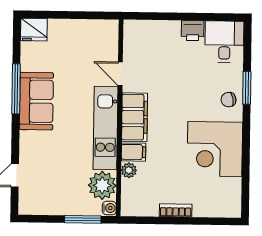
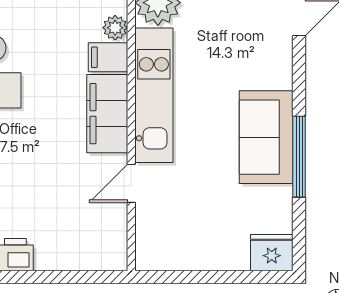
door: (120, 74) -> (131, 183), swing flipped

